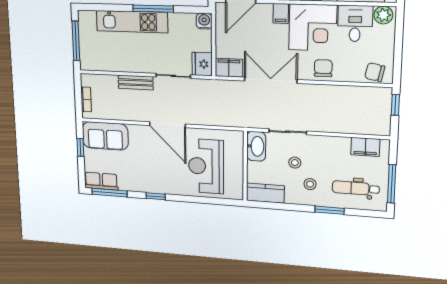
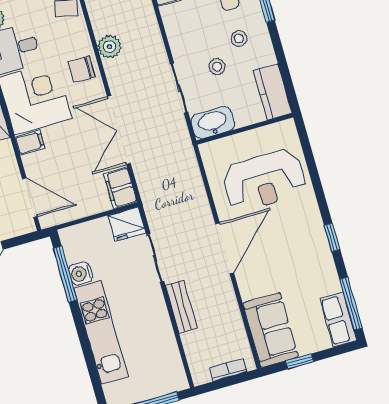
window: (153, 9) -> (65, 274), moved
water cooler: (204, 21) -> (80, 273), moved
plant: (334, 93) -> (109, 47), added

